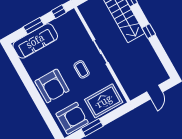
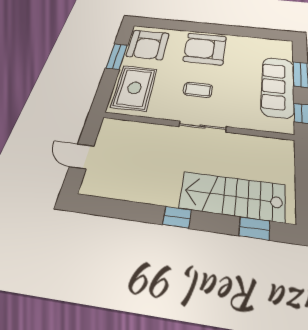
sofa: (35, 41) -> (278, 87), moved

